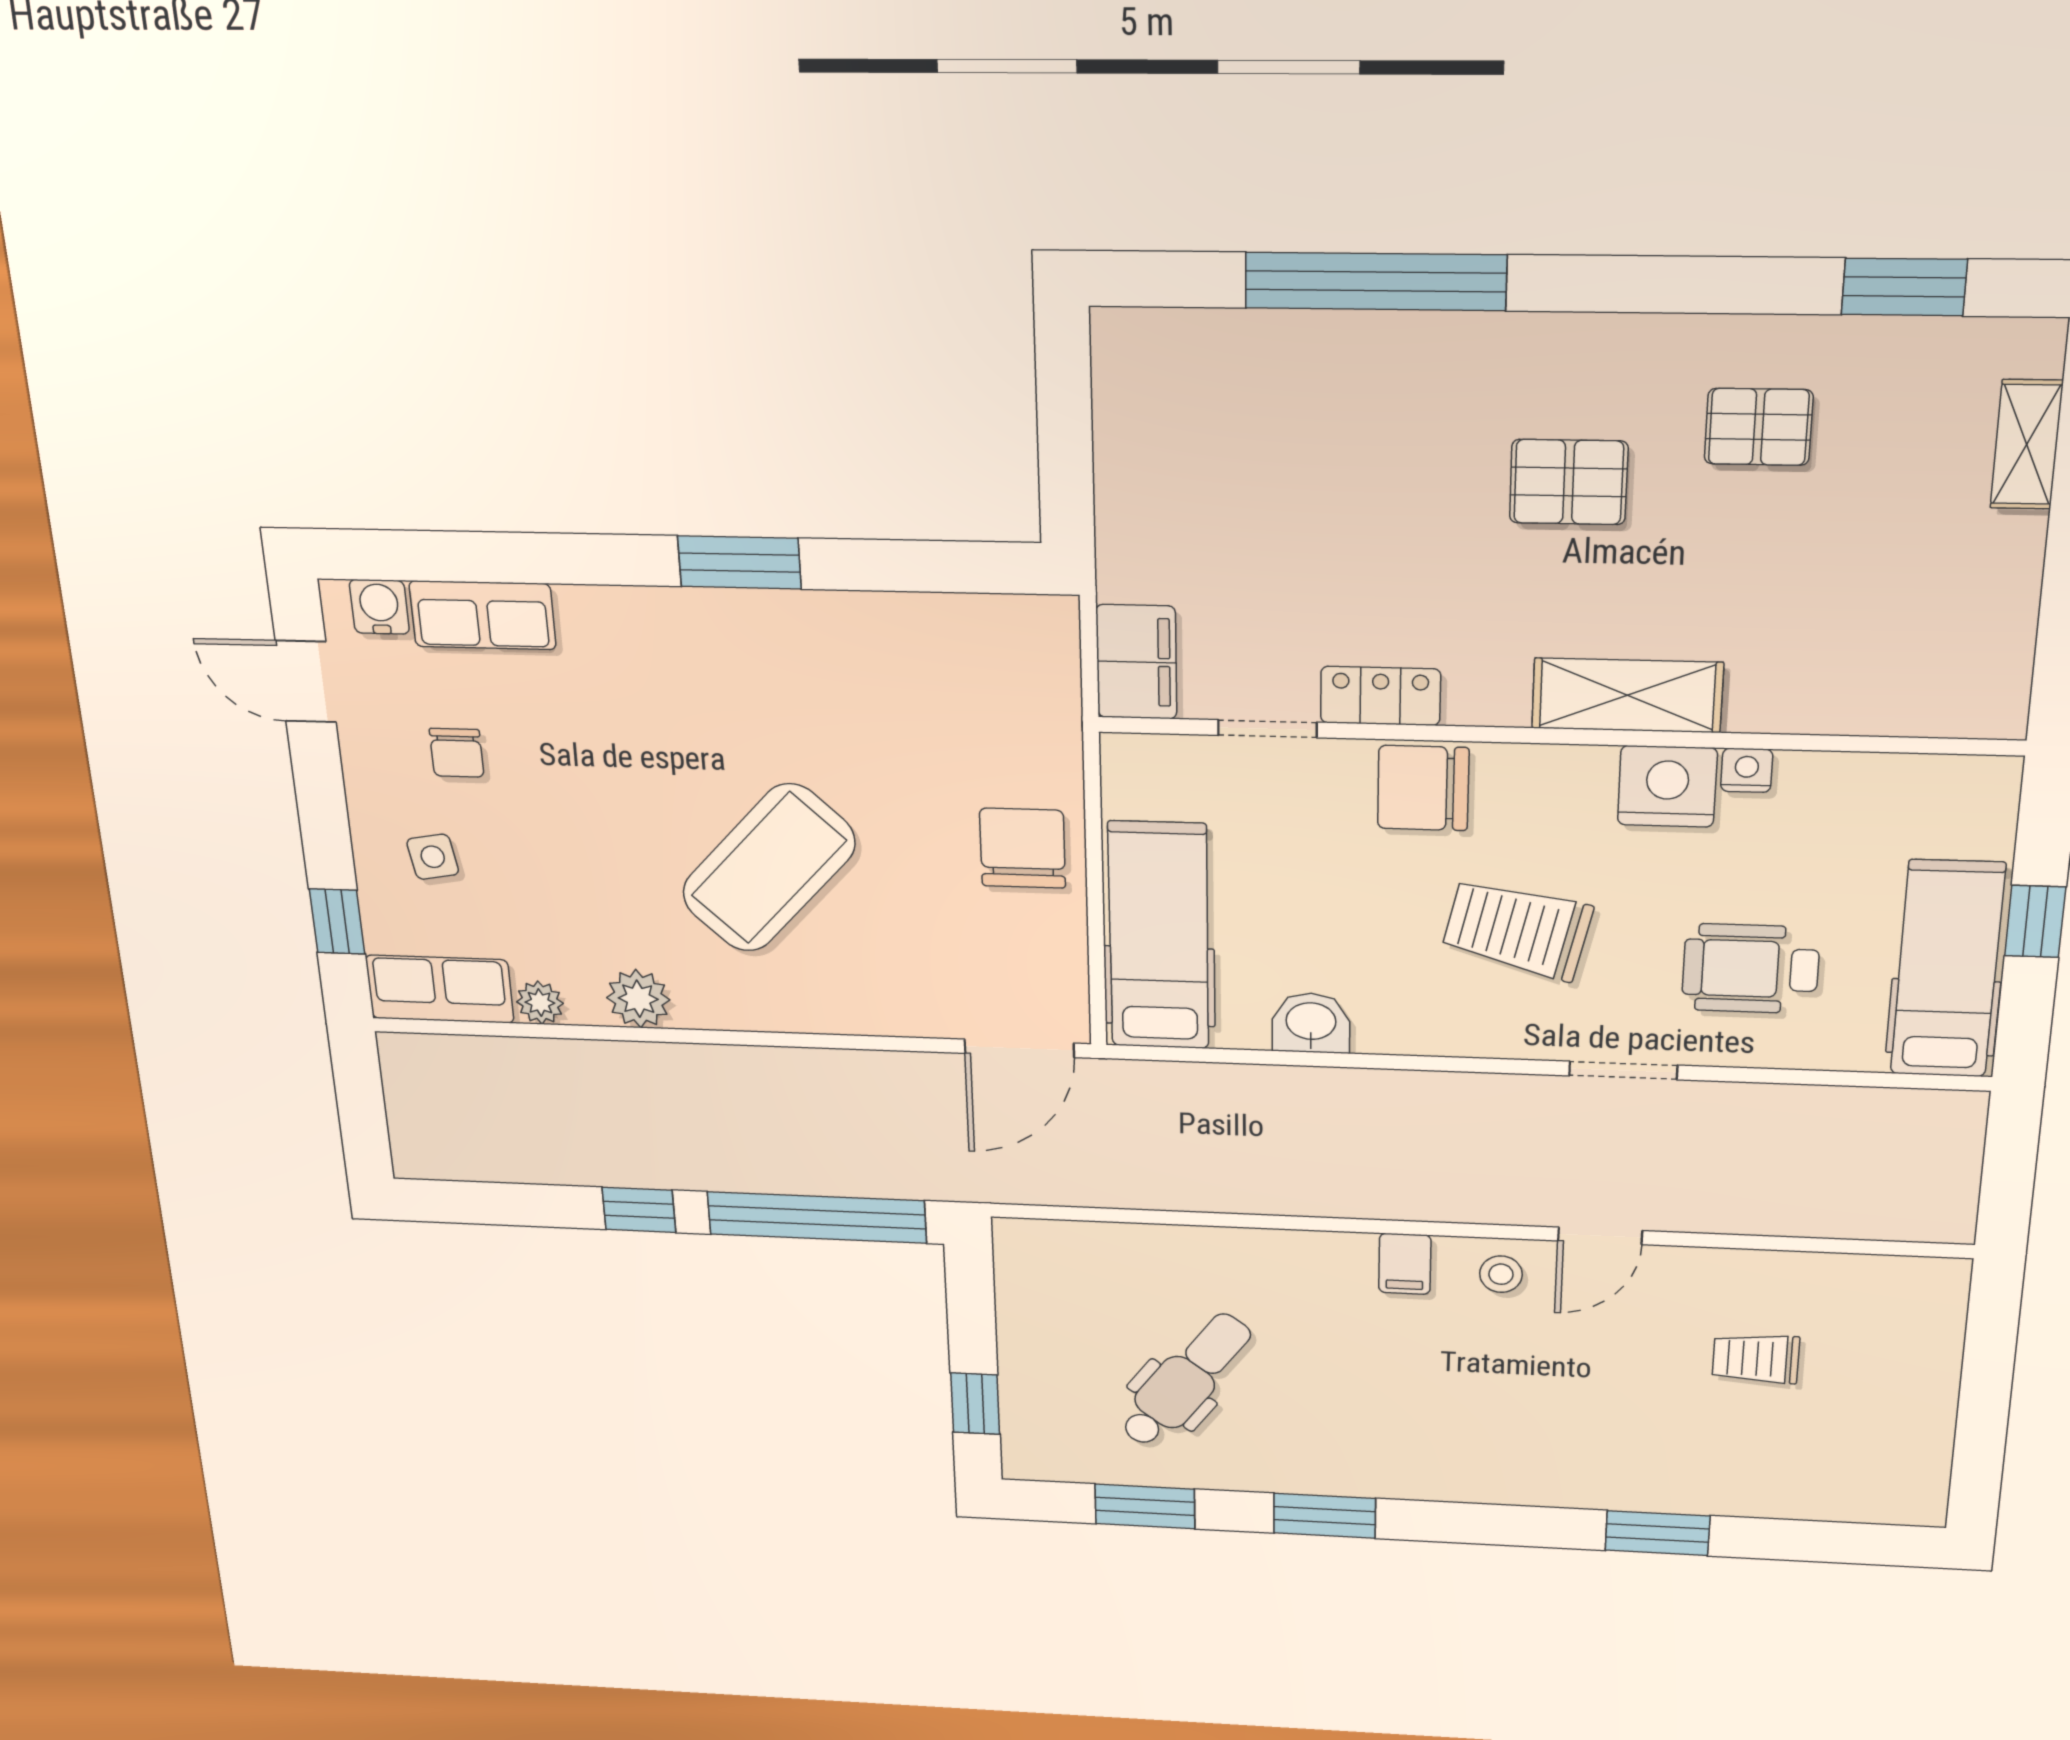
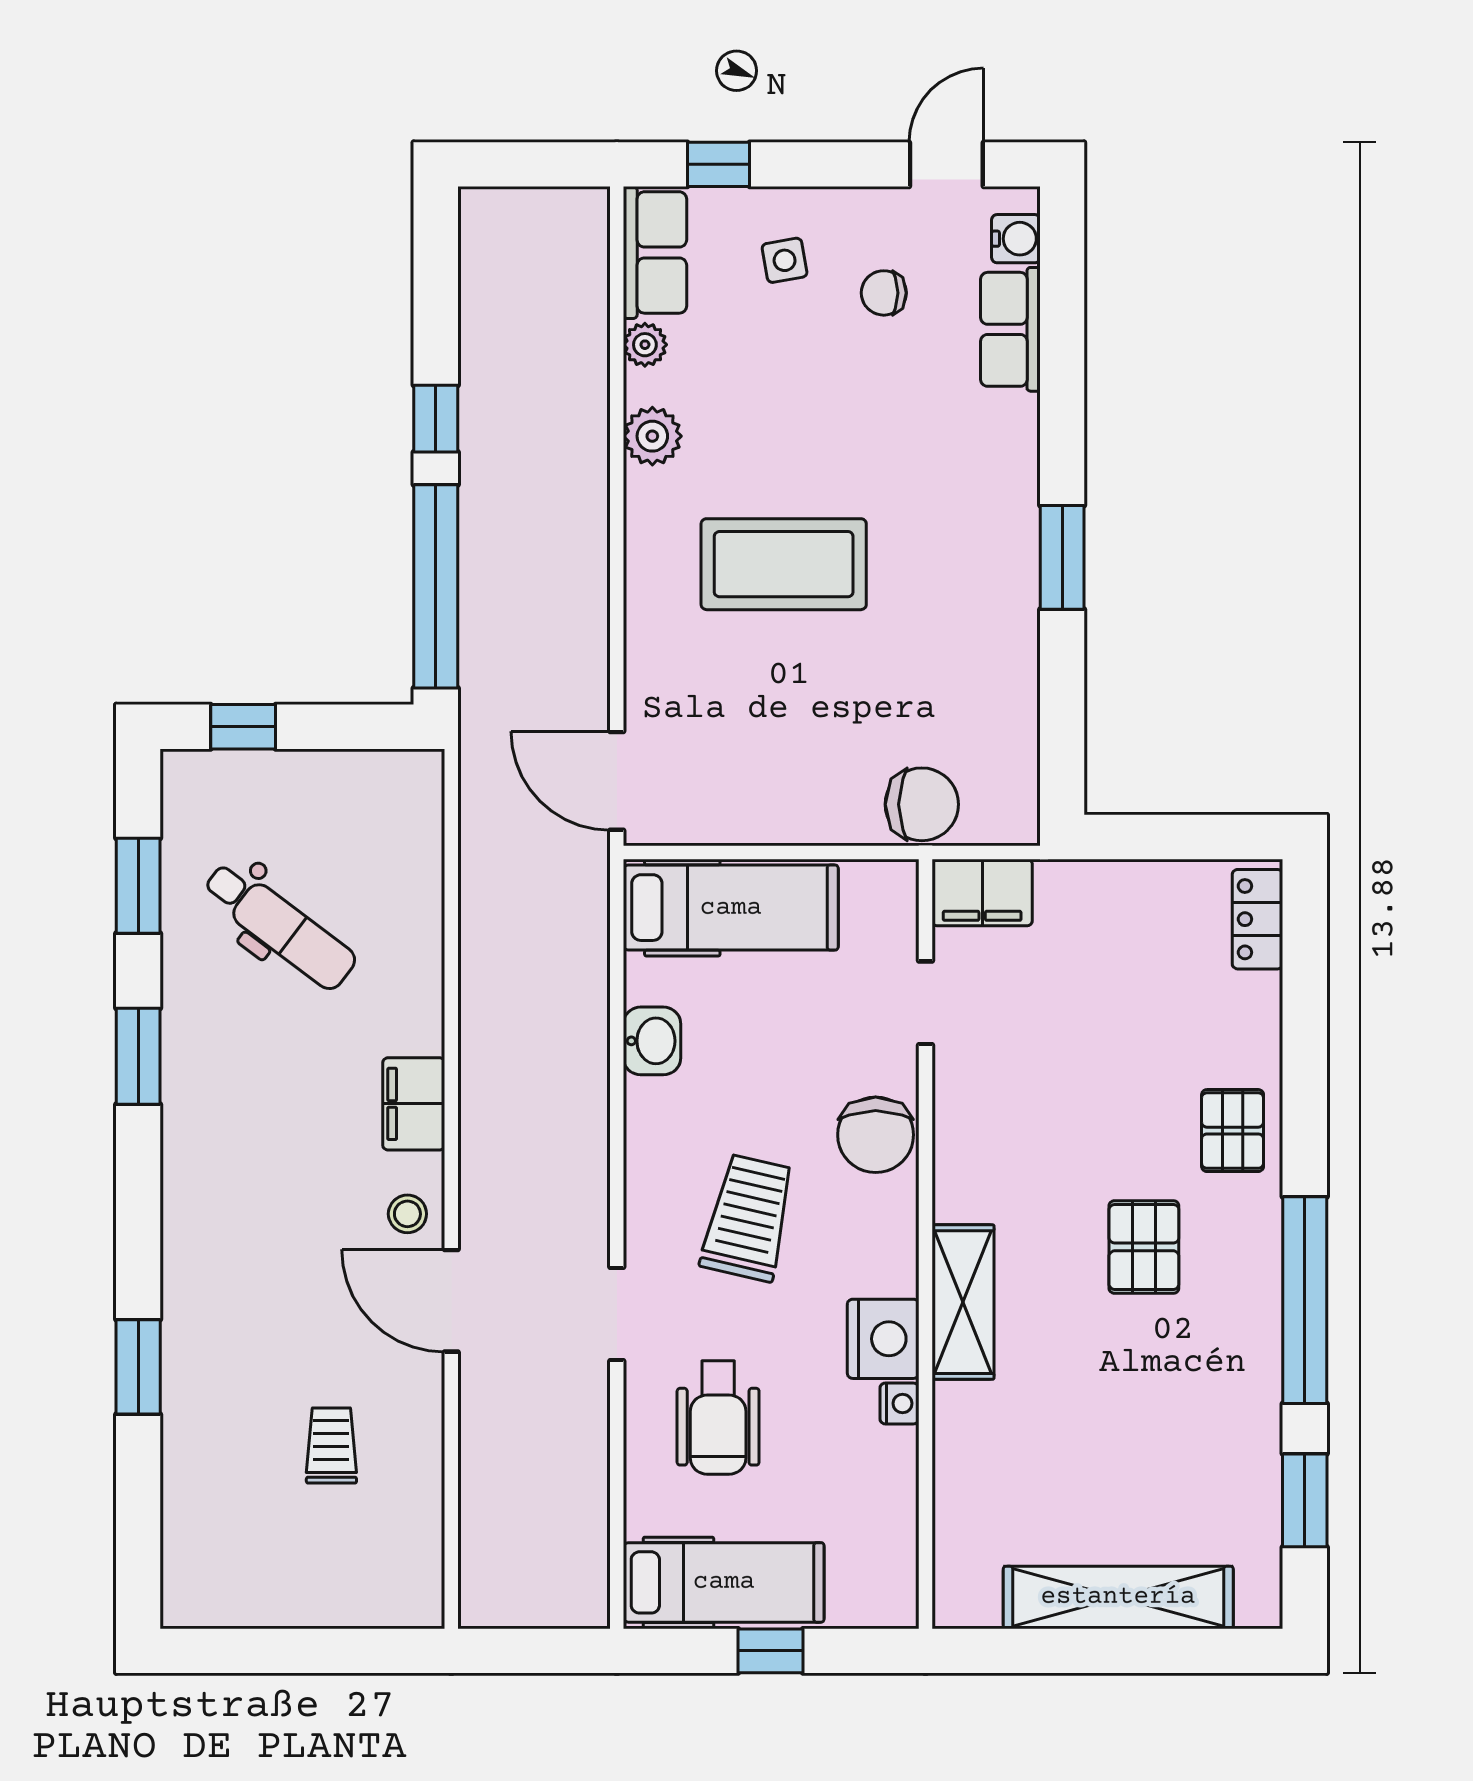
window: (1375, 281) -> (1305, 1300), moved
pallet: (1759, 427) -> (1233, 1131), moved
shelving: (2027, 444) -> (1118, 1597), width x2.20, depth x1.33
locker: (1380, 696) -> (1258, 919), moved, turned 180
chair: (1423, 788) -> (876, 1135), turned 180
chair: (1023, 848) -> (922, 804), moved
coffee table: (769, 868) -> (784, 564), turned -43
wheelchair: (1751, 969) -> (718, 1418), turned 180
door: (1600, 1236) -> (451, 1301), width x1.38
filing cabinet: (1405, 1264) -> (414, 1104), width x2.00

